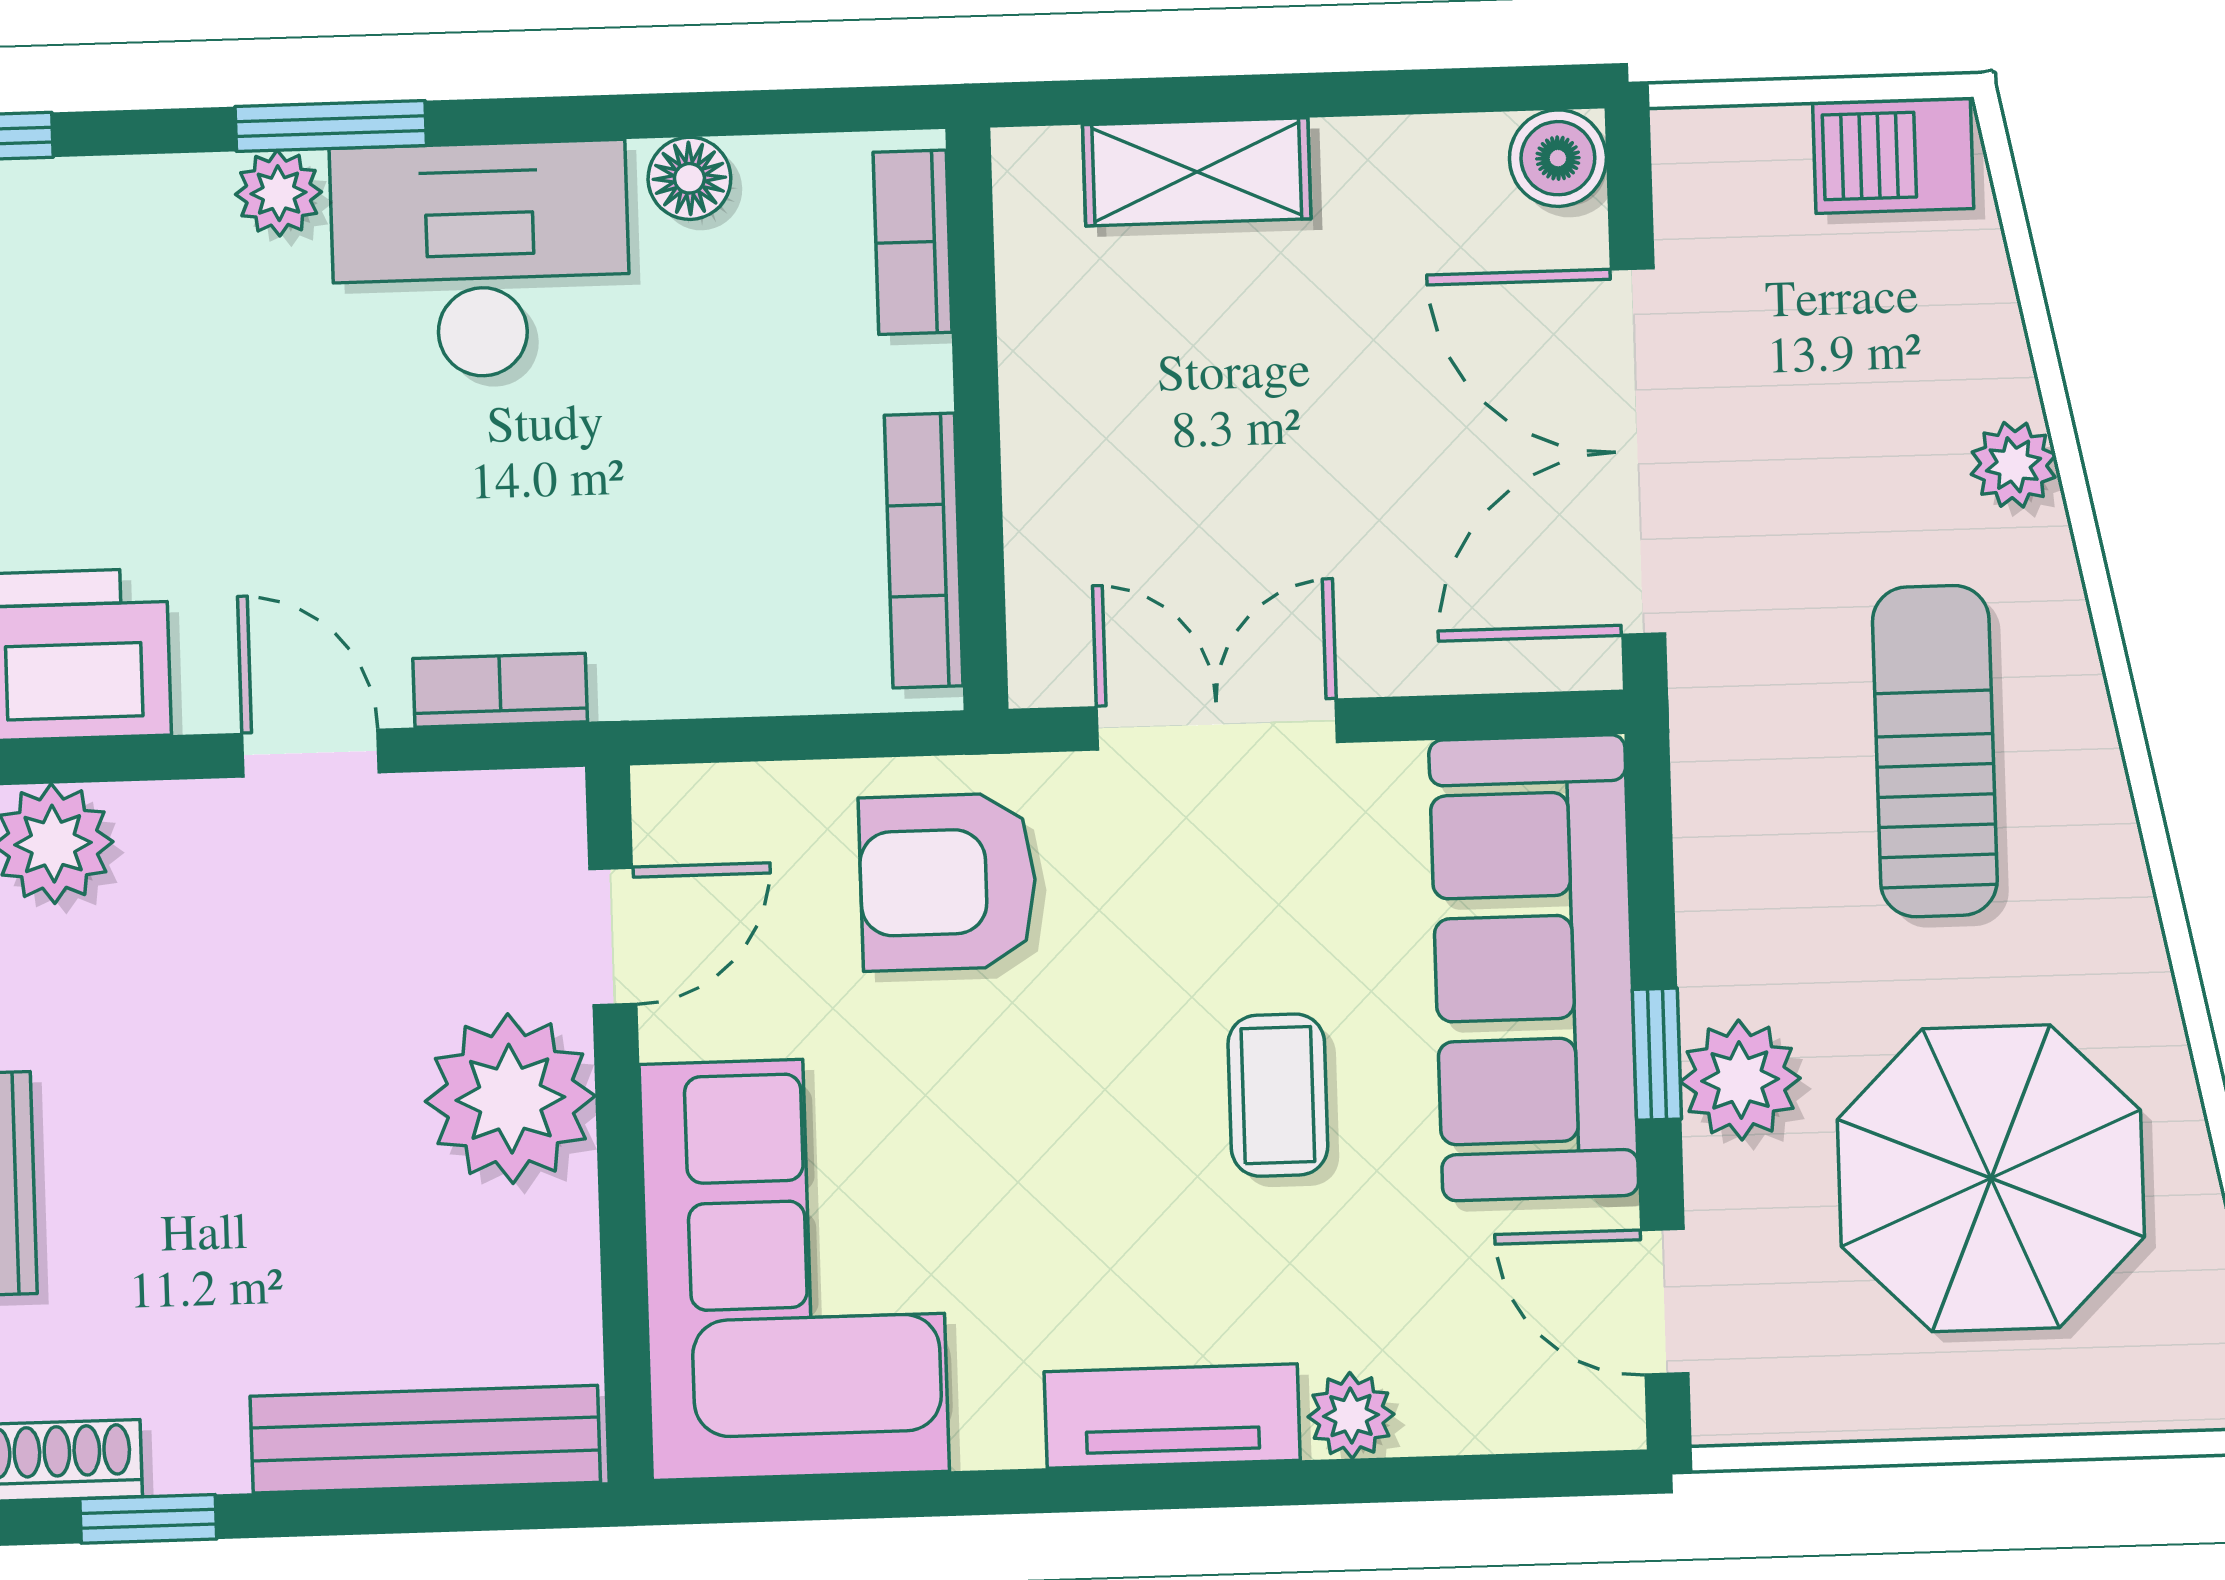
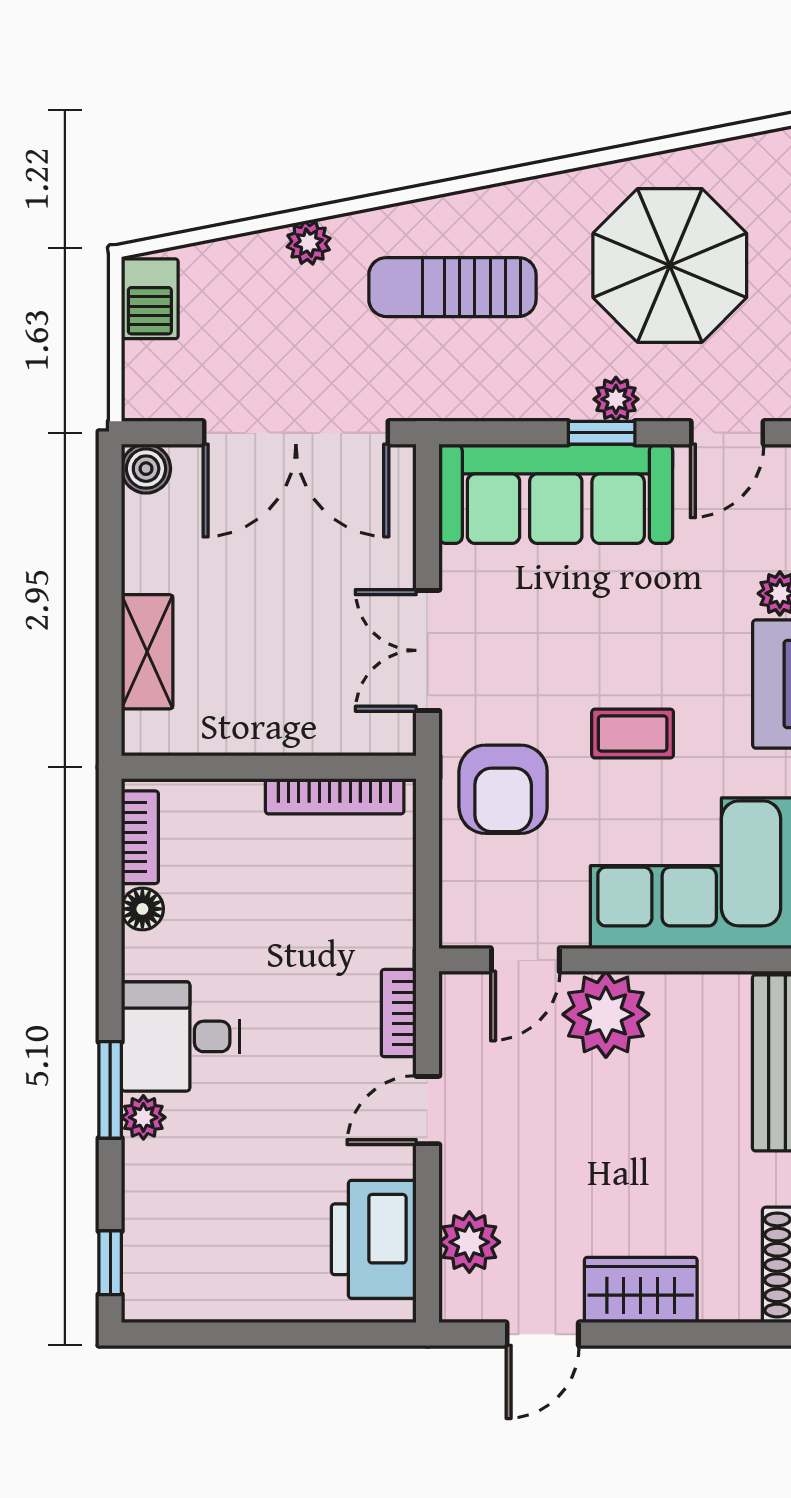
bookcase: (912, 242) -> (140, 837), moved, turned -90
desk: (481, 260) -> (180, 1036), width x0.73
door: (613, 936) -> (525, 960), swing flipped
plant: (1740, 1080) -> (616, 399), width x0.73, depth x0.73
coffee table: (1278, 1095) -> (633, 734), moved

